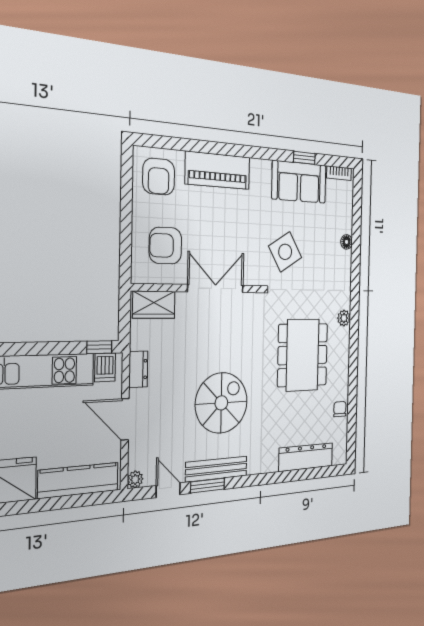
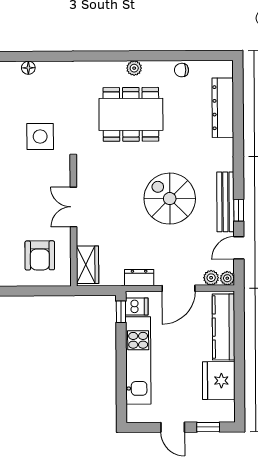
side table: (285, 252) -> (40, 137), turned 31
double door: (216, 289) -> (73, 207), width x0.73
plant: (344, 318) -> (134, 68), moved
plant: (136, 459) -> (211, 278), added
window: (208, 486) -> (239, 210), width x0.67

